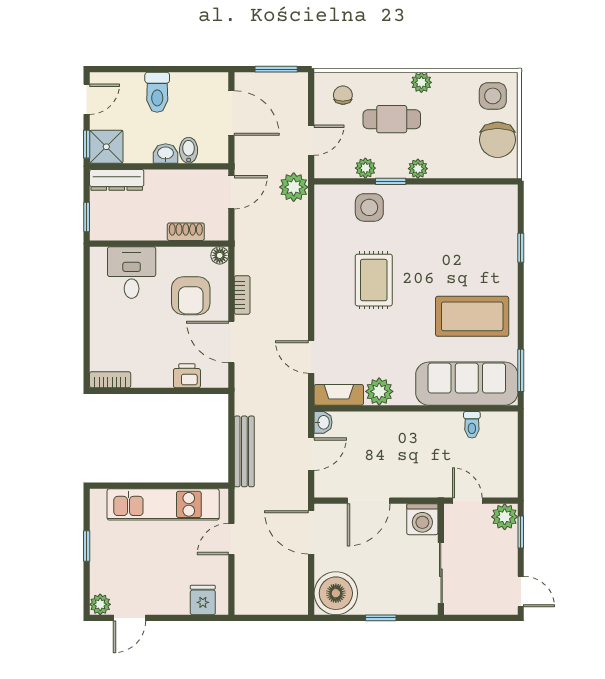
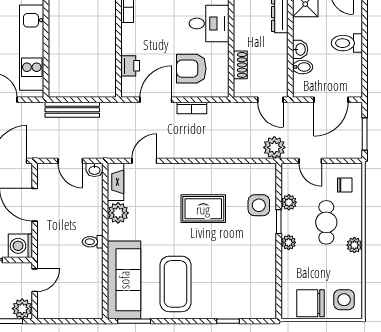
floor lamp: (220, 255) -> (222, 91), removed
toilet: (472, 425) -> (93, 242), moved

